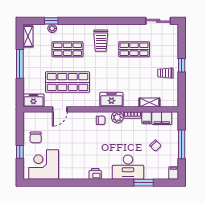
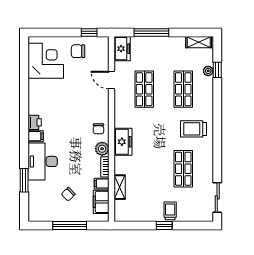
window: (20, 64) -> (151, 32), moved
trolley: (165, 73) -> (170, 211), moved
shop shelf: (67, 82) -> (144, 89), width x0.70, depth x0.74
window: (20, 152) -> (89, 32), moved
filing cabinet: (174, 173) -> (36, 136), moved

